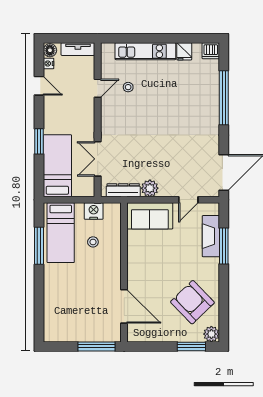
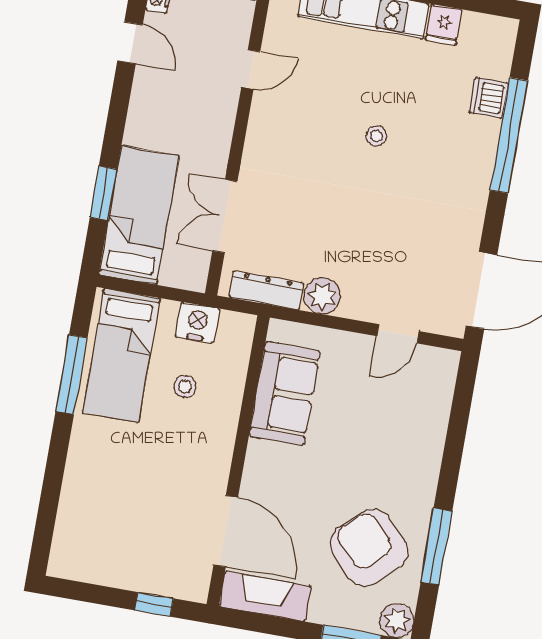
dishwasher: (211, 51) -> (489, 98), moved, turned 90
stool: (128, 87) -> (377, 136), moved
window: (39, 141) -> (103, 193), moved
sofa: (150, 216) -> (285, 394), moved, turned -90
fireplace: (211, 236) -> (265, 596), moved, turned 90
window: (224, 246) -> (436, 546), moved
window: (97, 346) -> (154, 604), width x0.46

